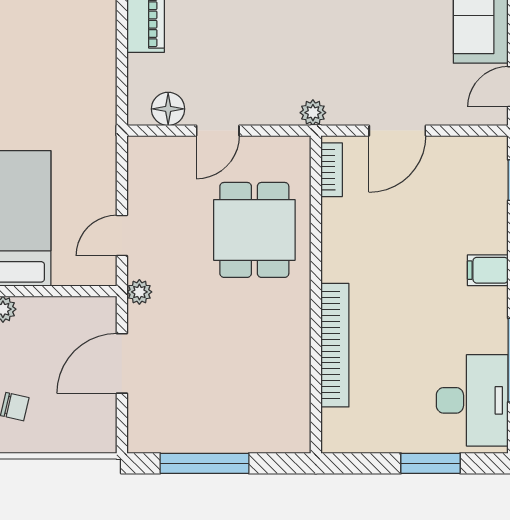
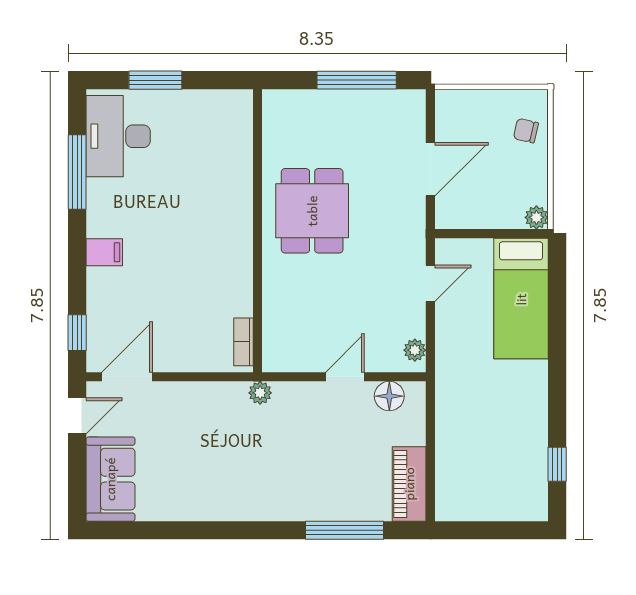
door: (397, 131) -> (127, 377), moved
dining table: (254, 230) -> (312, 211), moved
plant: (139, 292) -> (415, 350), moved
bookcase: (335, 345) -> (241, 185), removed

